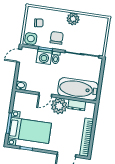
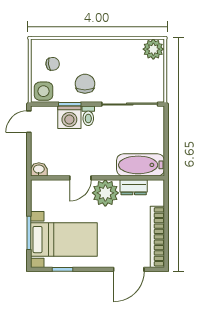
plant: (73, 19) -> (153, 49), moved
bathtub: (78, 89) -> (140, 165), width x0.73, depth x0.73

